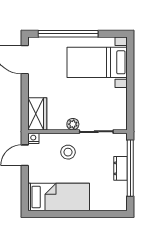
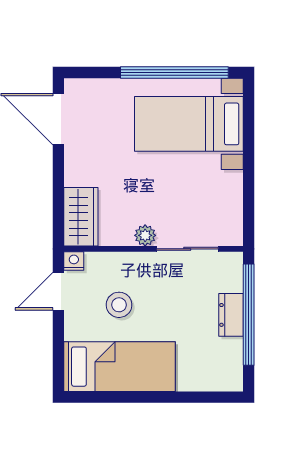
window: (68, 34) -> (174, 73), moved
stool: (68, 152) -> (119, 305), moved

